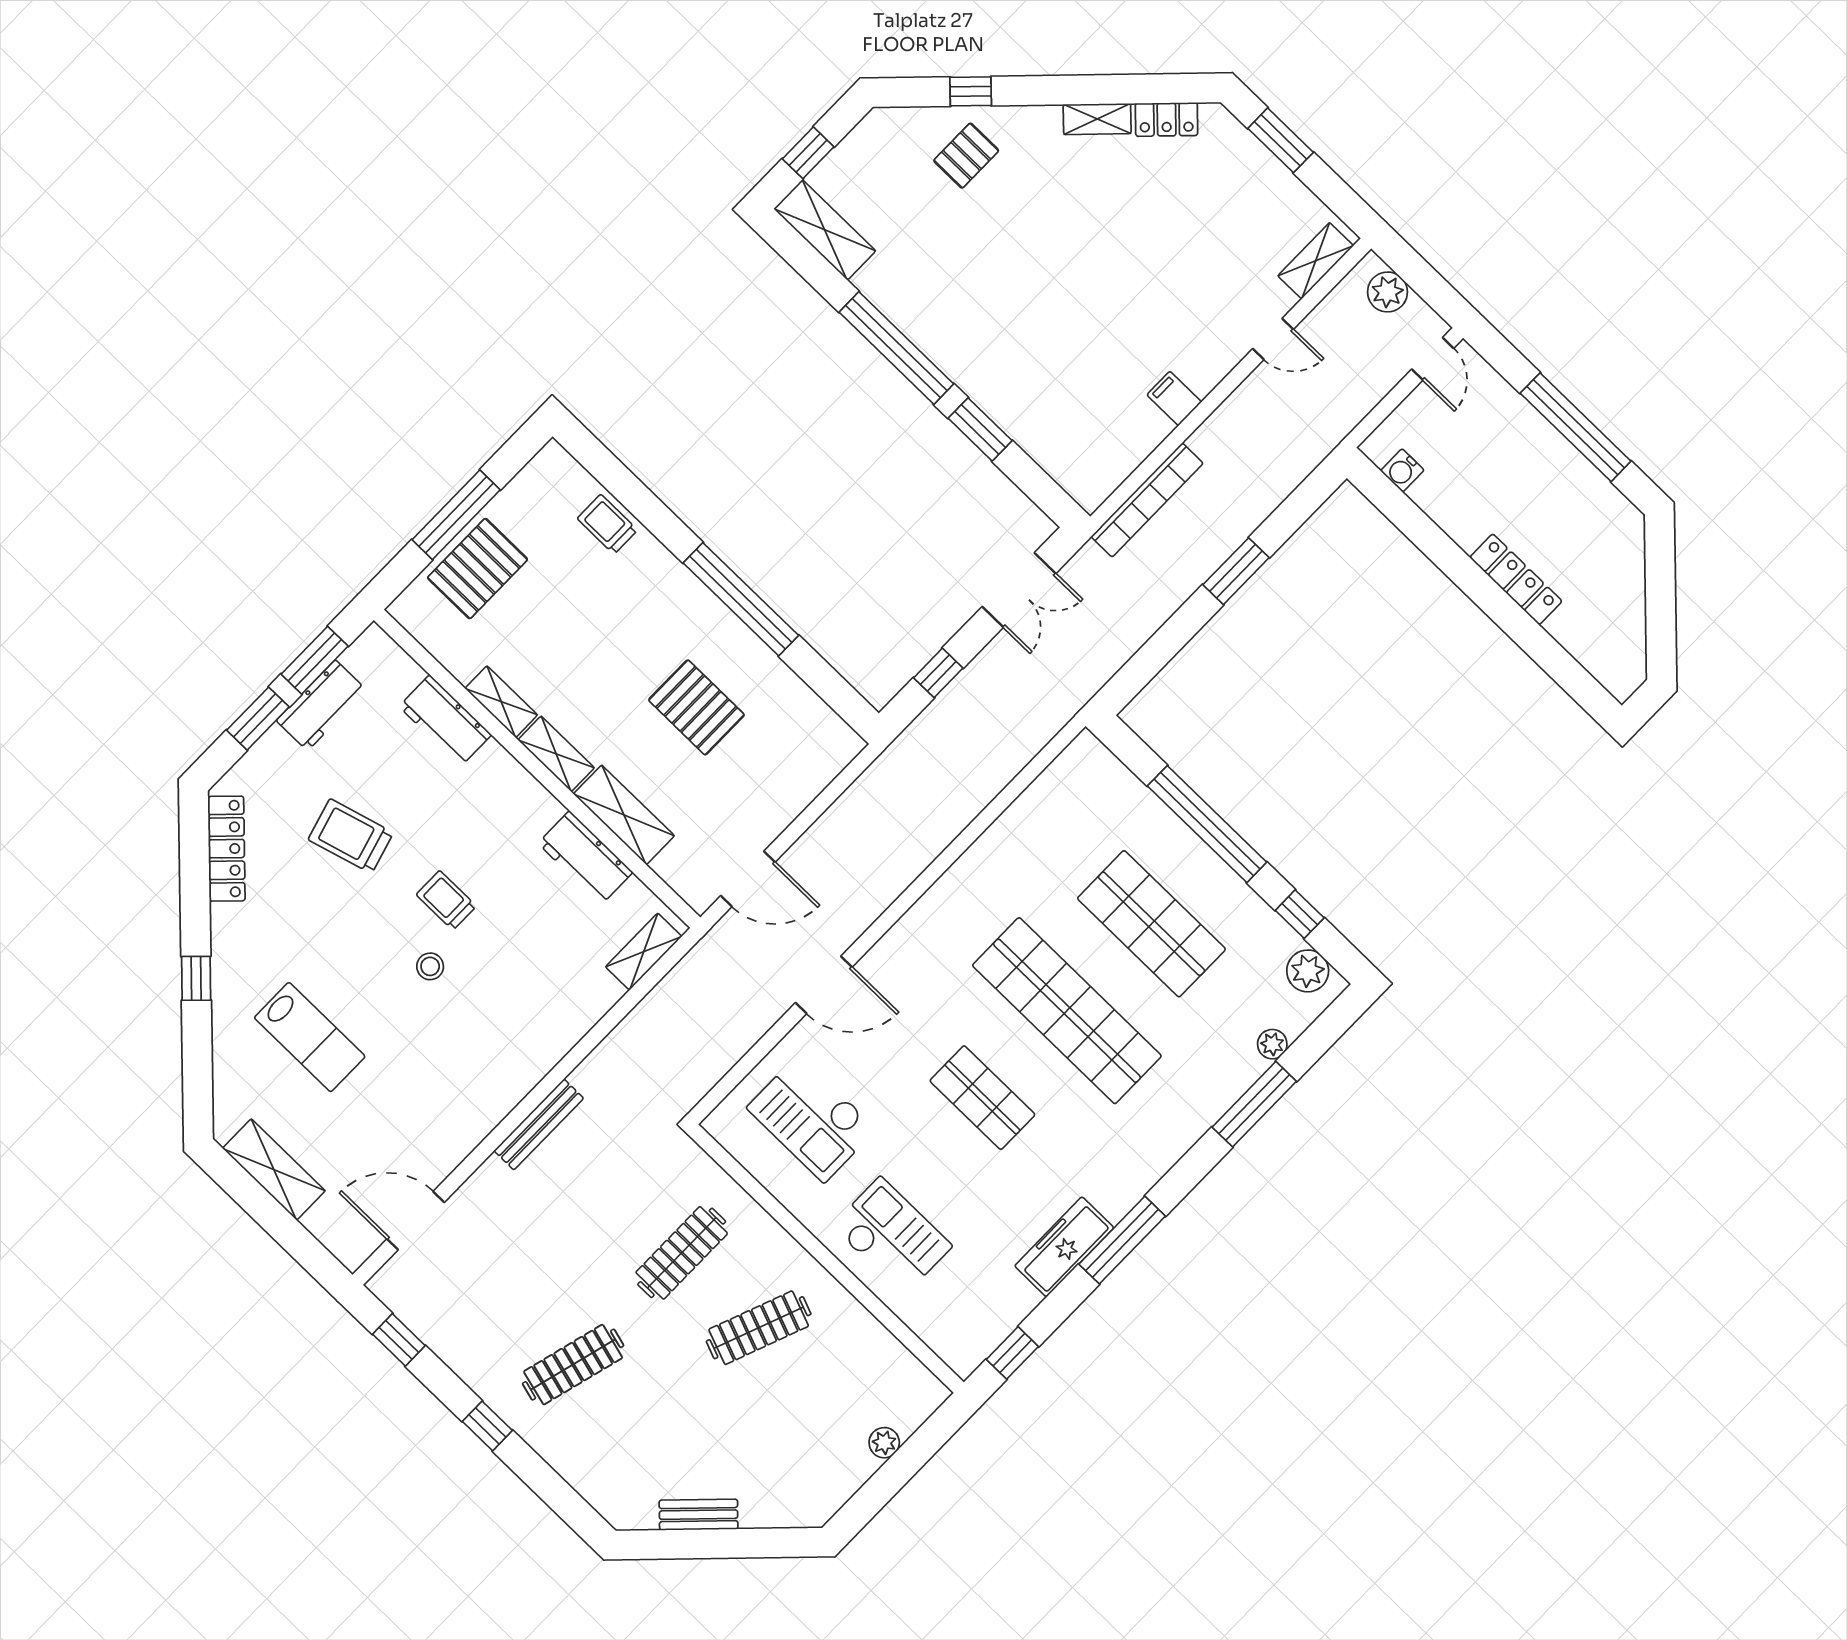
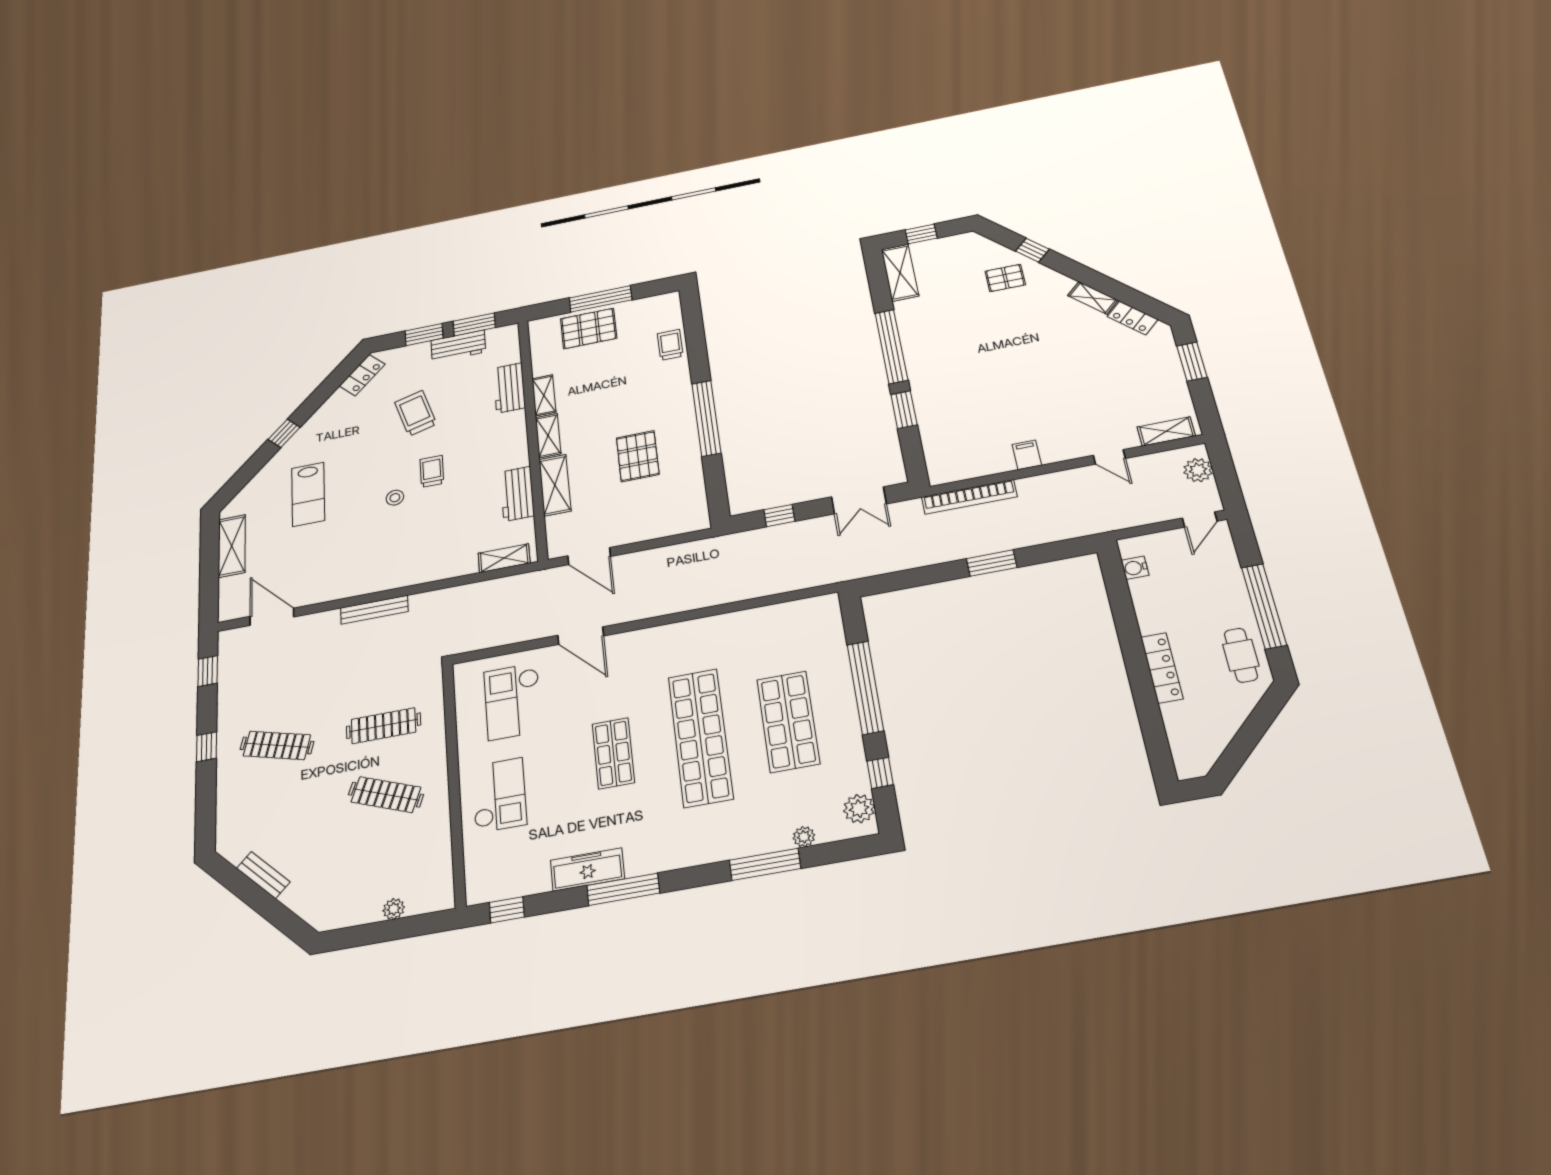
cafe table: (1590, 507) -> (1241, 655), added
locker: (226, 849) -> (362, 375), width x0.66

